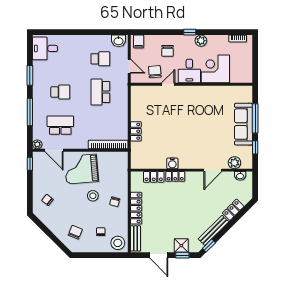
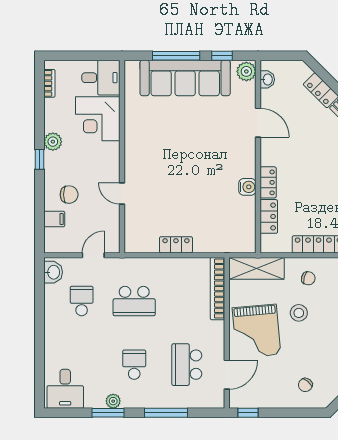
filing cabinet: (139, 42) -> (54, 219), moved
desk: (189, 71) -> (101, 78), moved
chair: (155, 72) -> (102, 215), removed
sofa: (243, 124) -> (185, 78), width x1.36, depth x1.27
locker: (136, 131) -> (176, 245), moved
plant: (37, 144) -> (113, 401), moved
plant: (234, 163) -> (246, 71), moved
shelving: (121, 169) -> (256, 268), added

